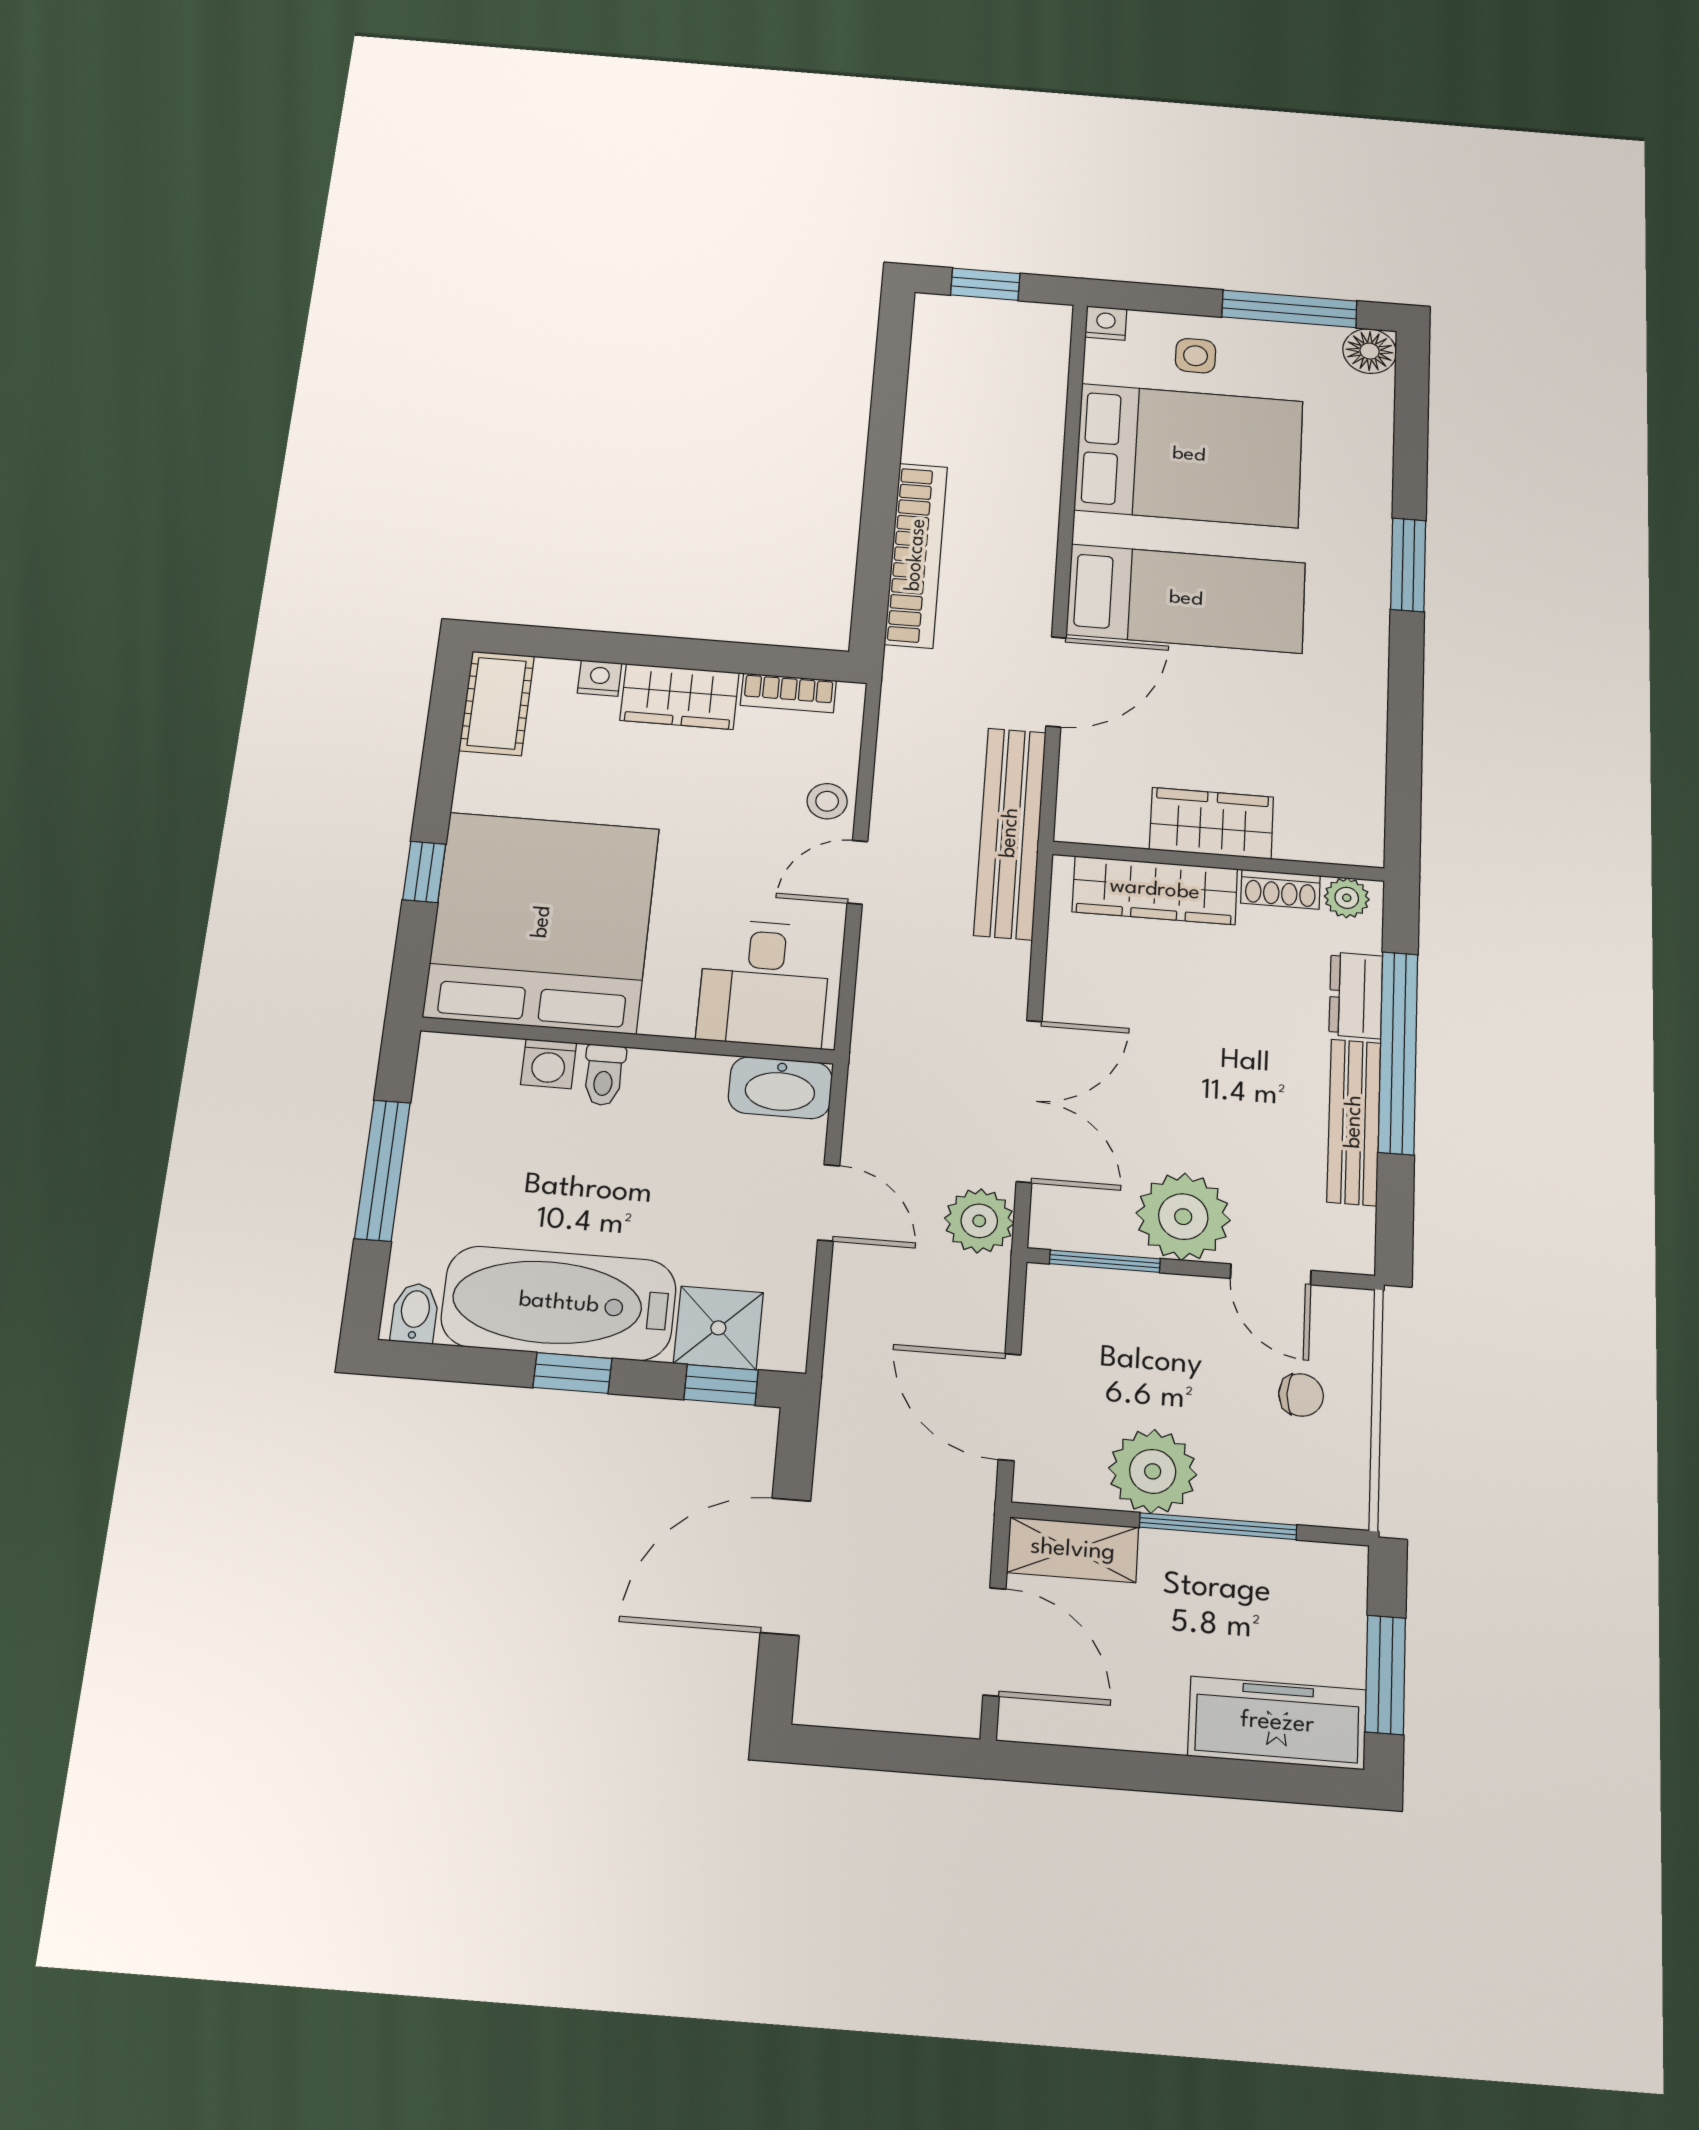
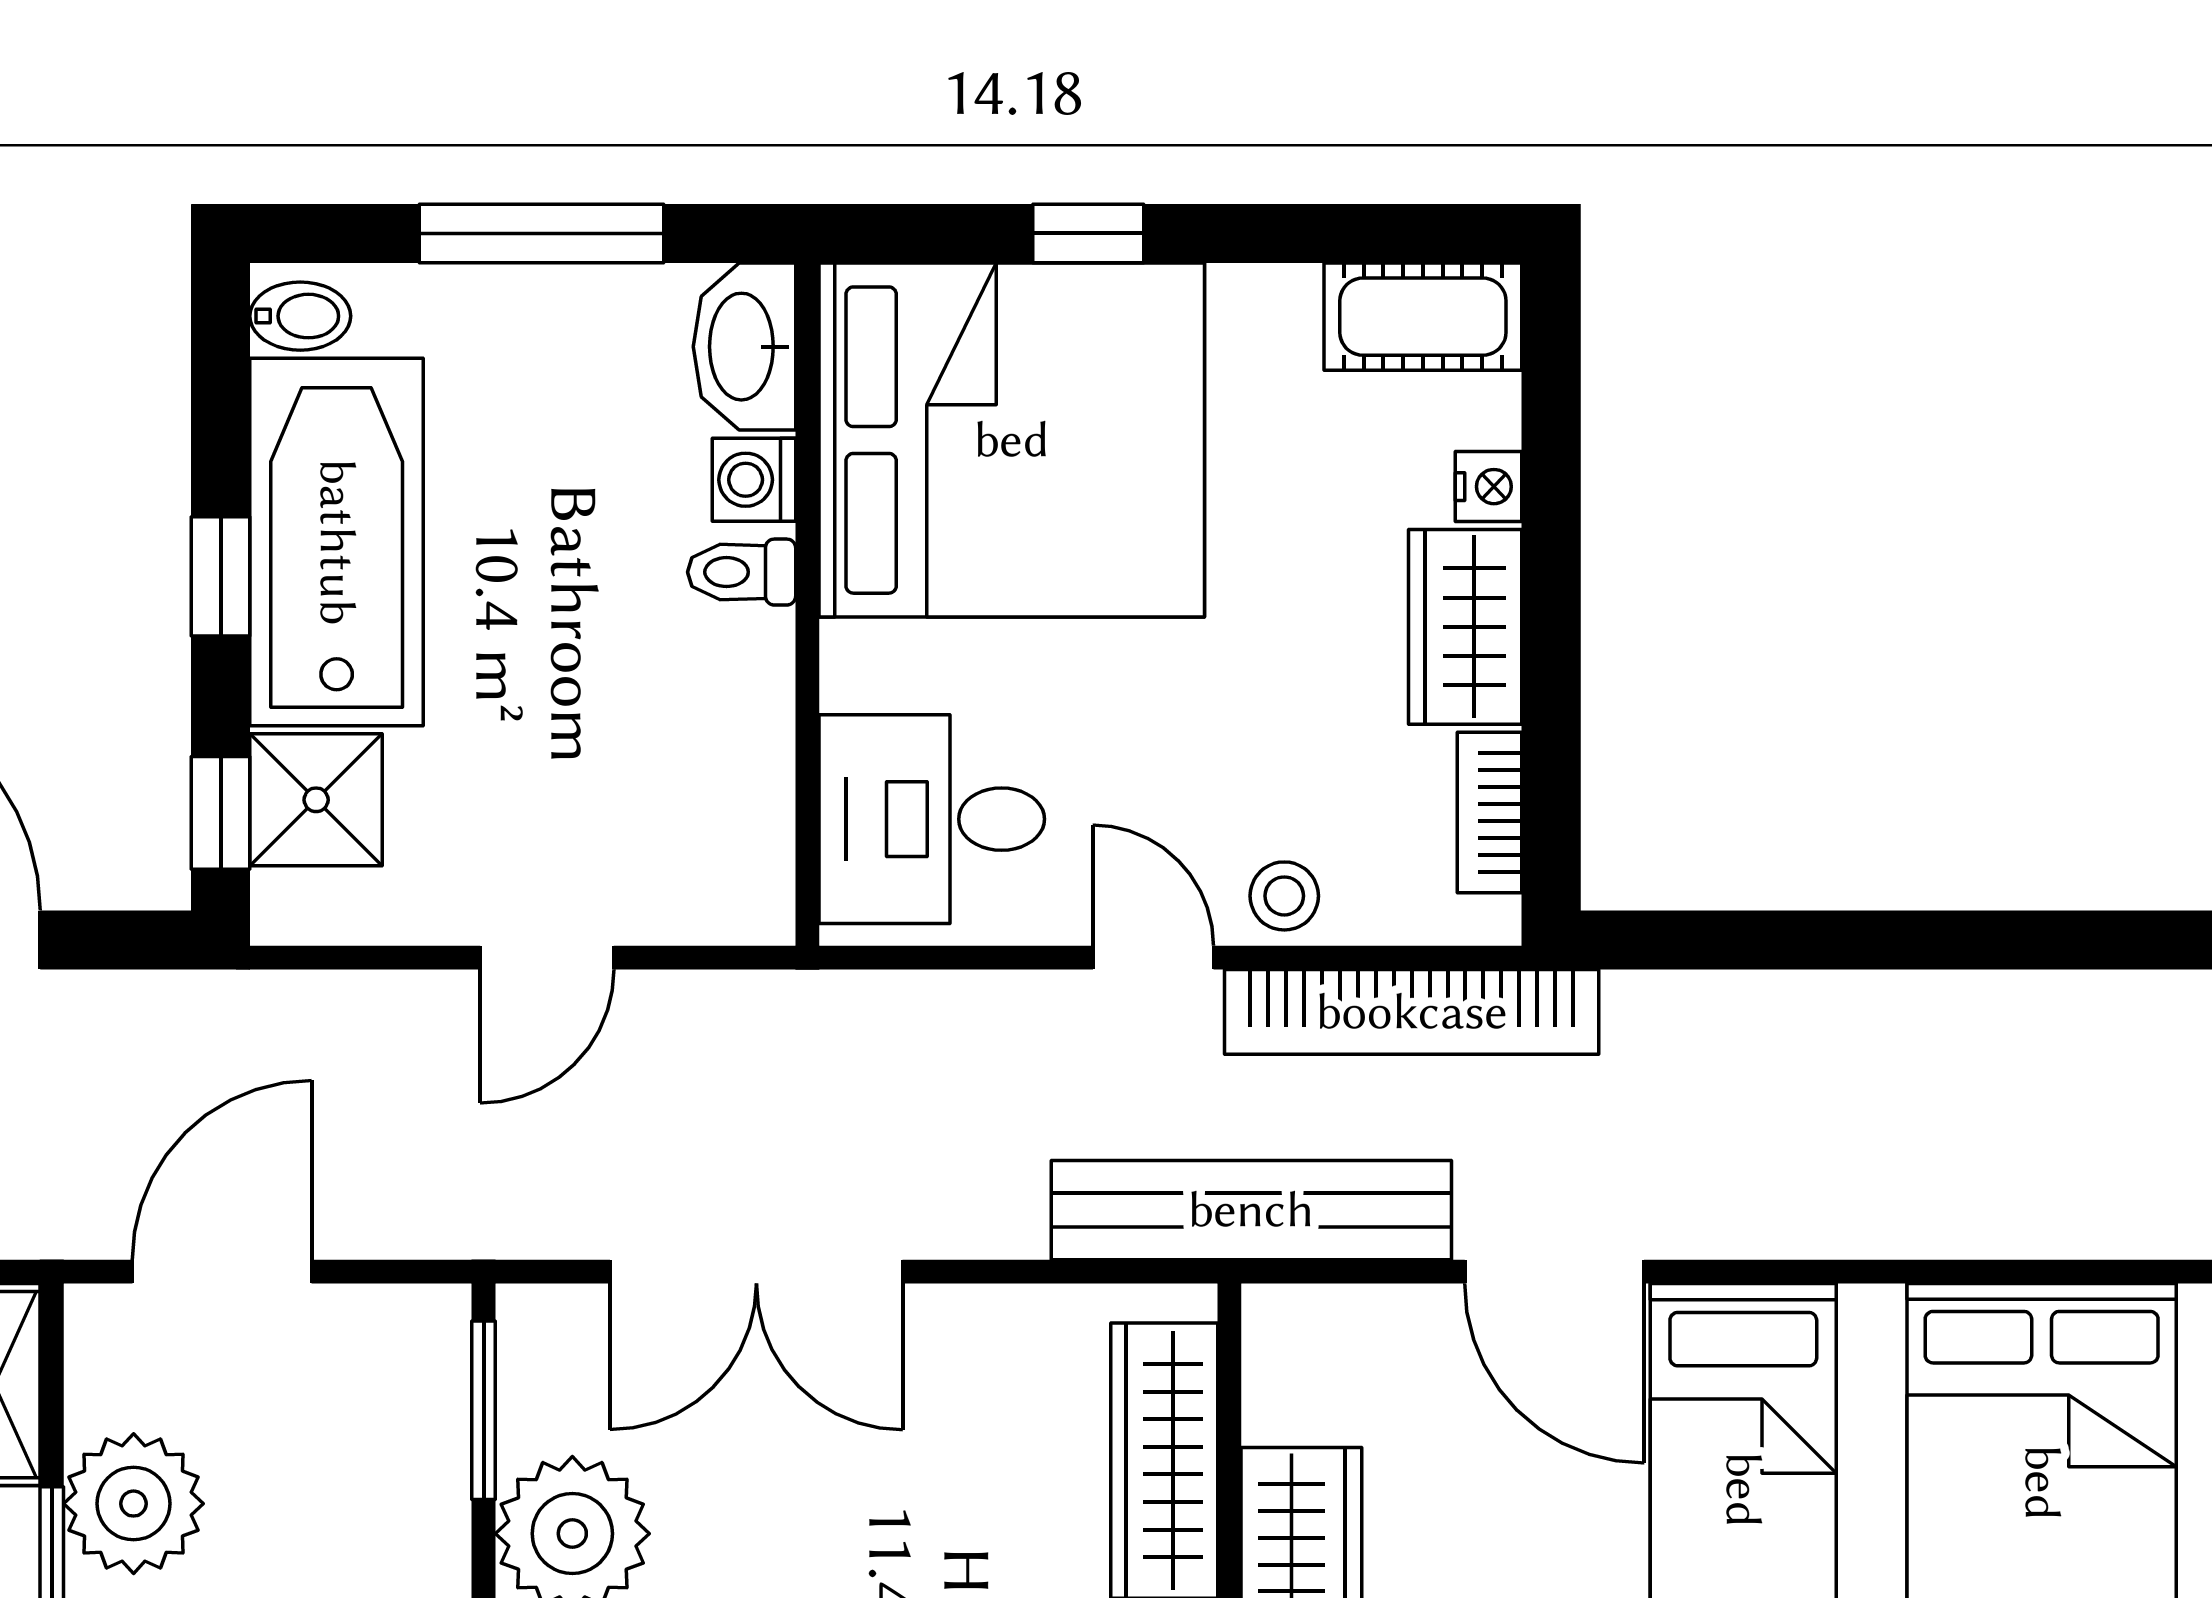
bookcase: (916, 555) -> (1412, 1012), moved
washbasin: (780, 1088) -> (744, 347), moved
plant: (979, 1221) -> (536, 1203), removed

